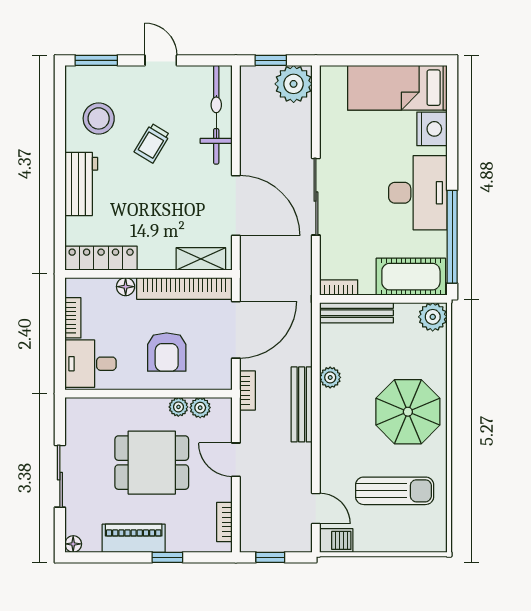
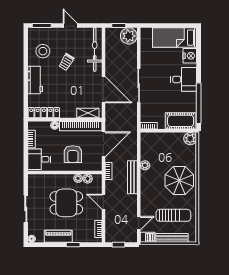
desk: (418, 193) -> (184, 79), width x0.73
bench: (357, 313) -> (172, 238), moved
door: (316, 509) -> (139, 223), hinge flipped

